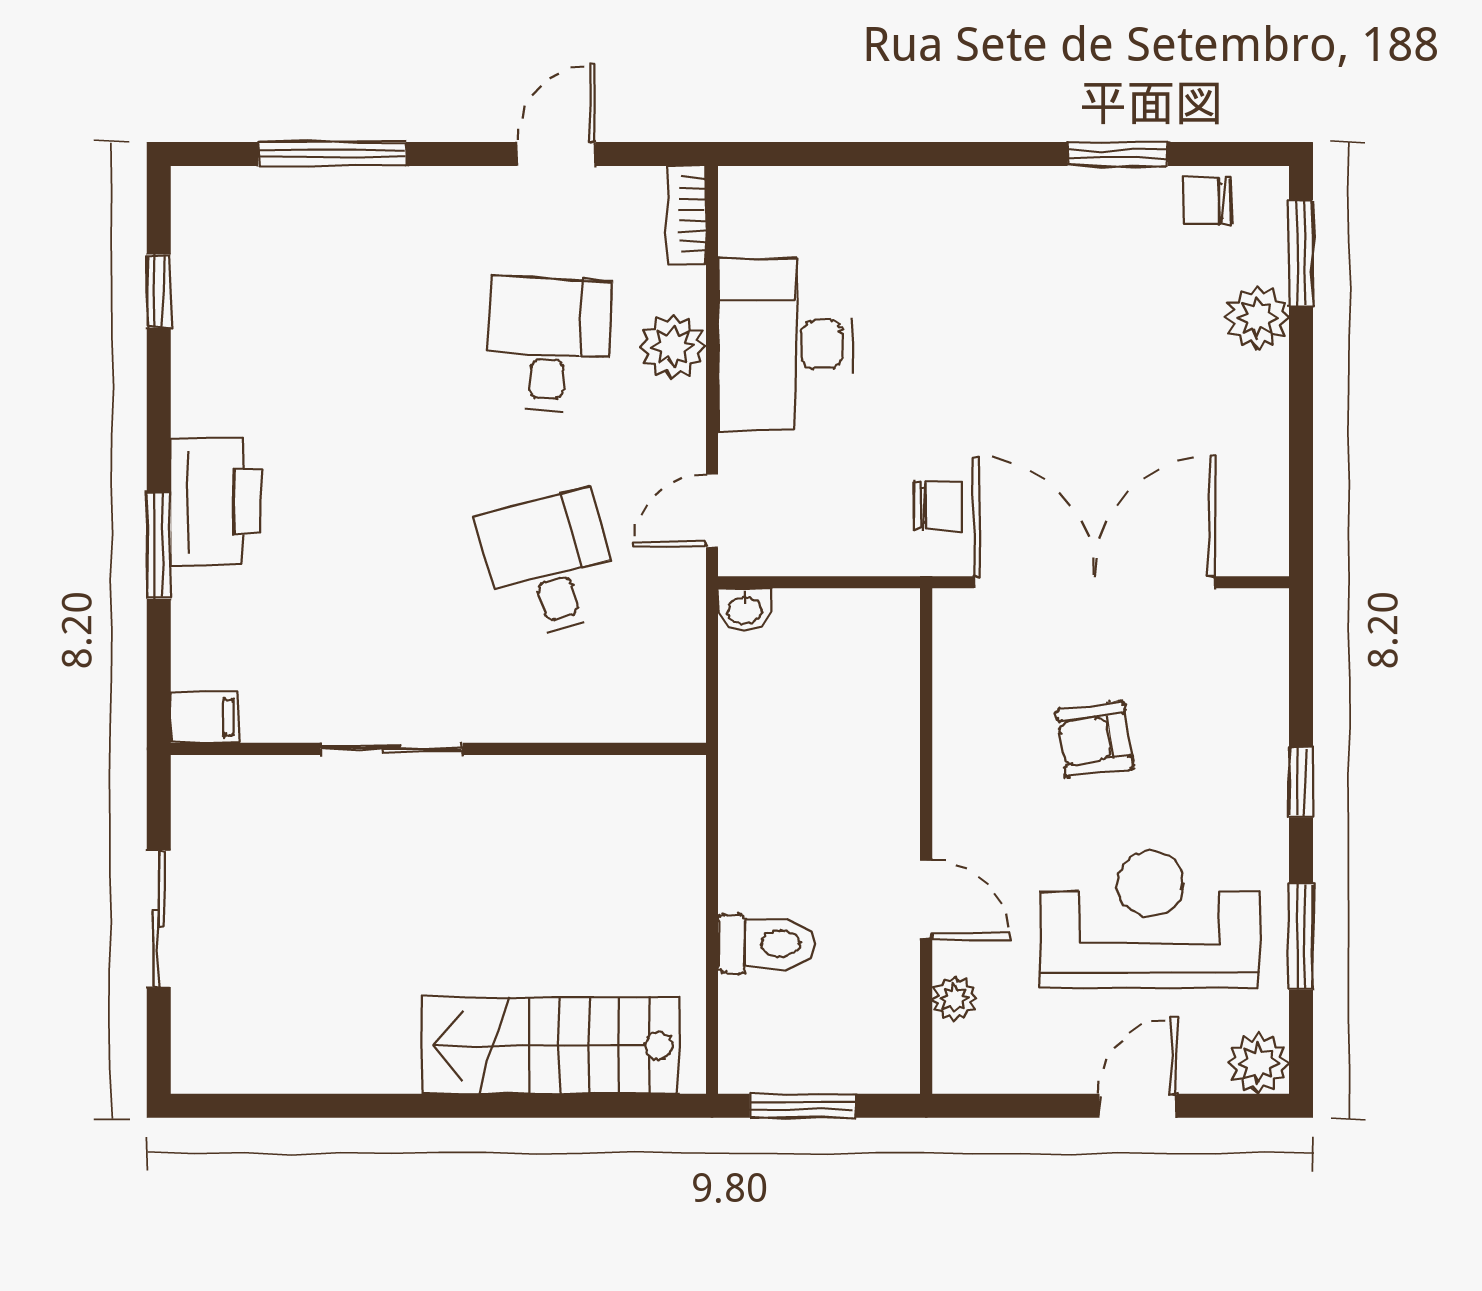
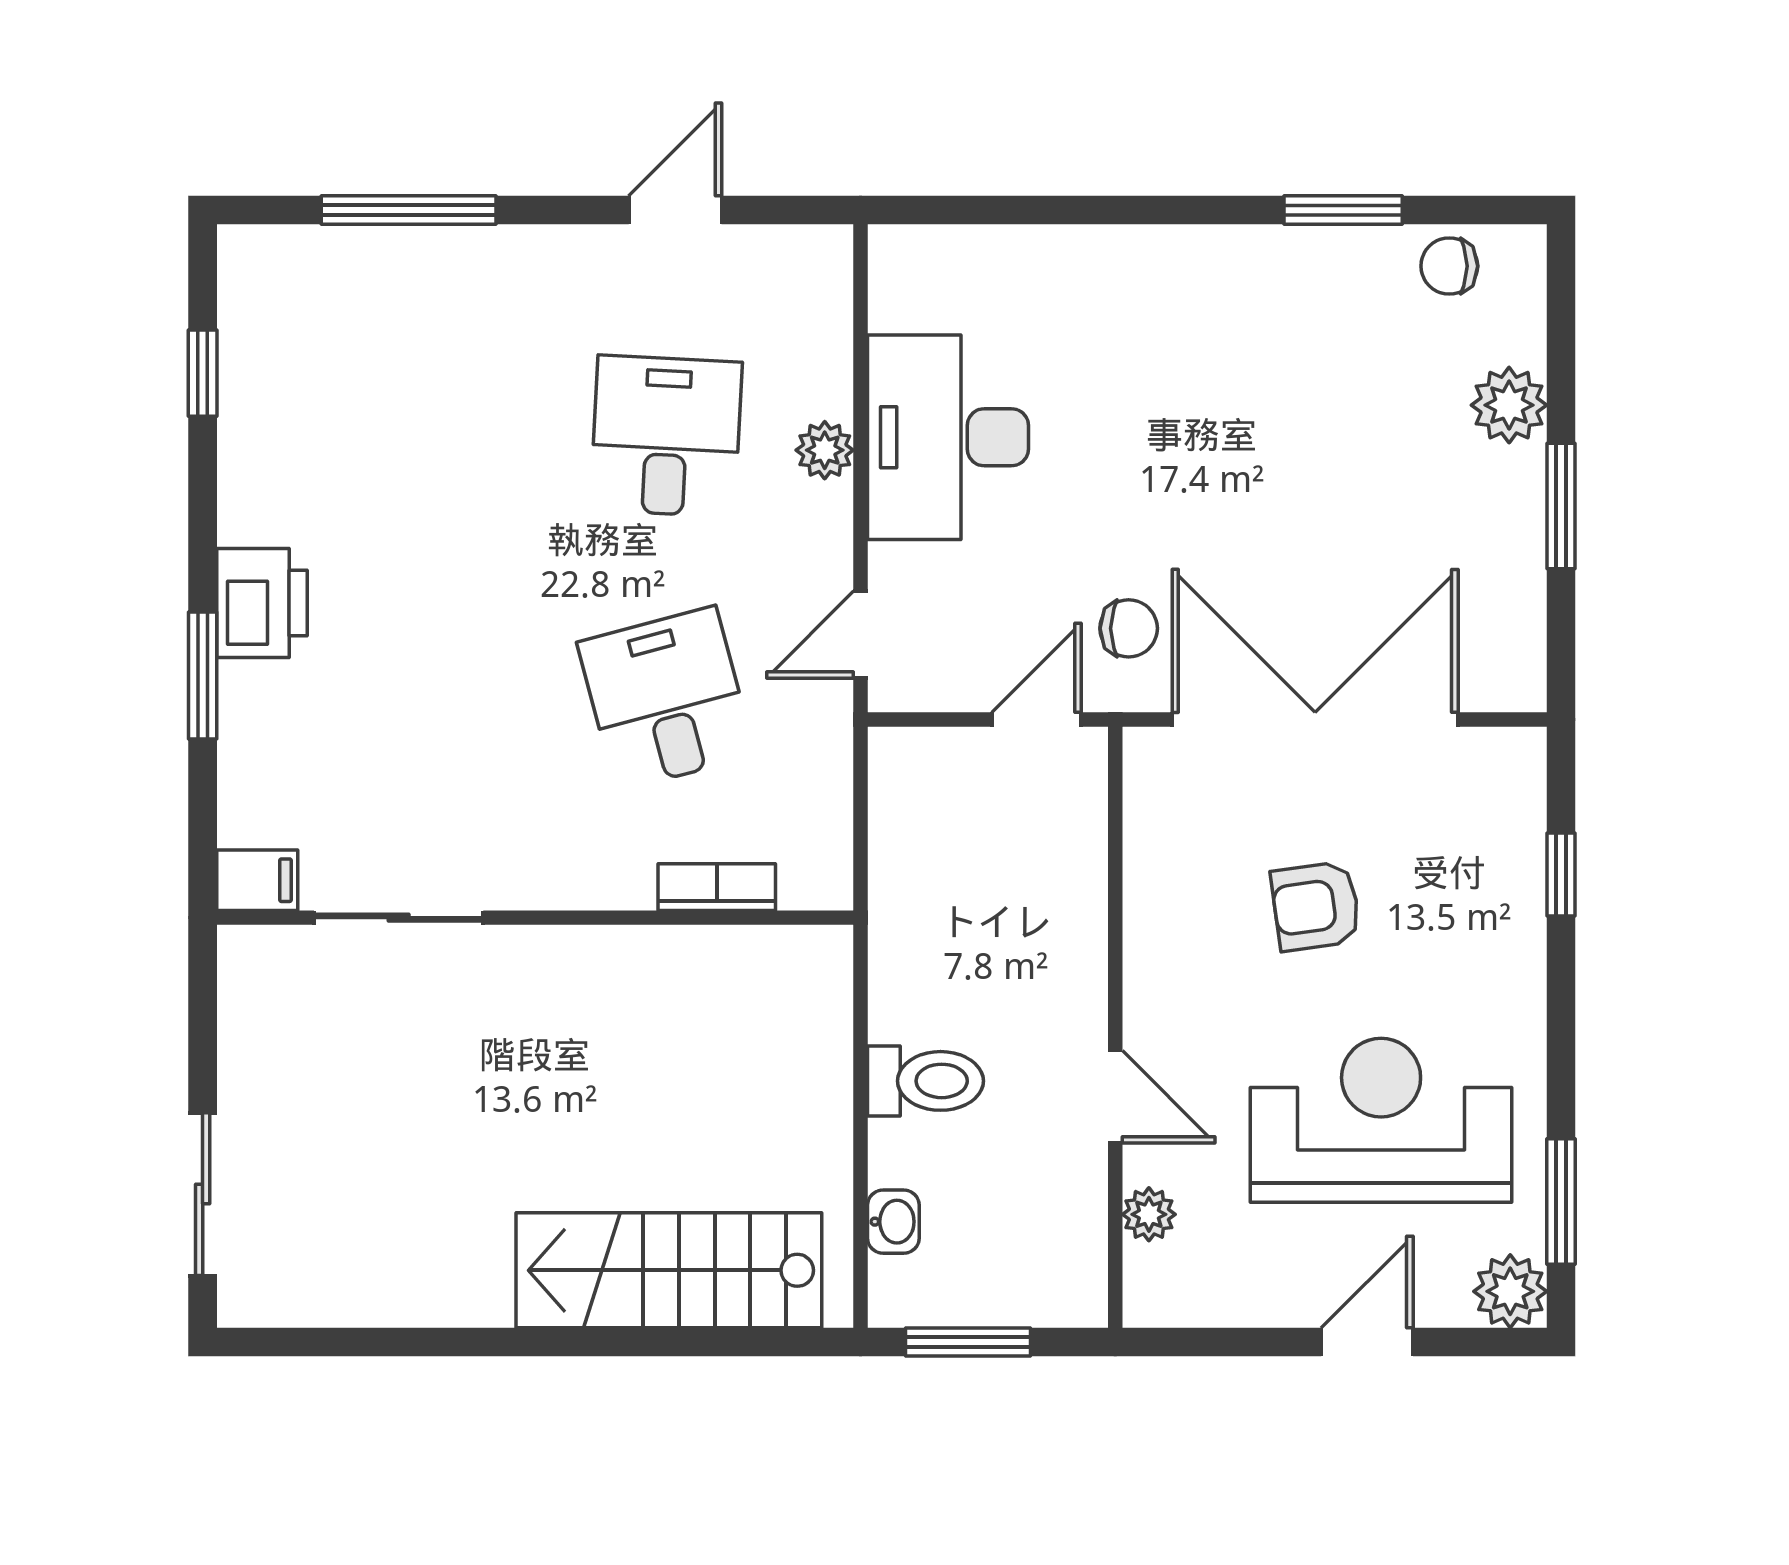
bookcase: (686, 215) -> (717, 887), moved, turned 90
window: (1301, 253) -> (1561, 506), moved
plant: (673, 347) -> (825, 450), width x0.73, depth x0.73
printer: (216, 501) -> (262, 603), width x0.73, depth x0.84
door: (860, 582) -> (1036, 719), added
washbasin: (745, 610) -> (893, 1222), moved, turned -90
sliding door: (392, 749) -> (399, 918), moved
window: (1301, 782) -> (1561, 874), moved
sliding door: (159, 919) -> (203, 1194), moved
window: (1301, 936) -> (1561, 1202), moved
toilet: (767, 944) -> (925, 1081), moved

